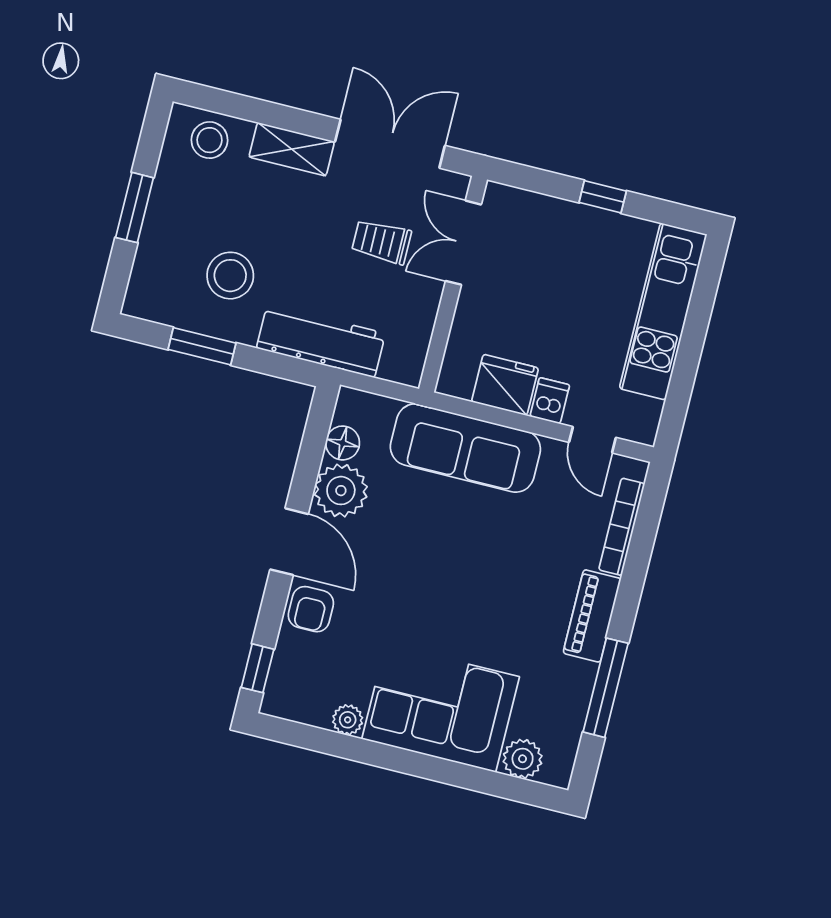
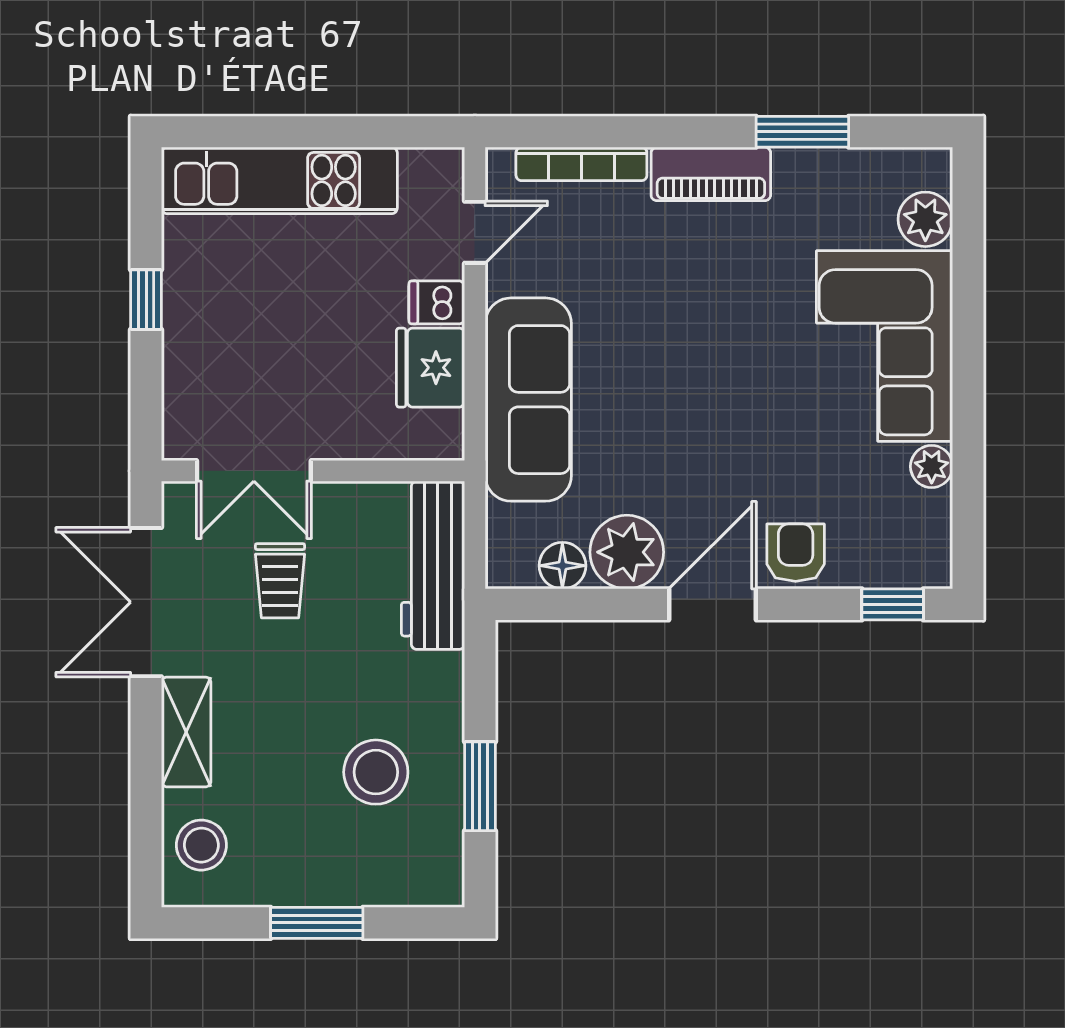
workbench: (321, 341) -> (433, 565), moved
armchair: (311, 609) -> (796, 553), turned -90
window: (606, 688) -> (802, 132), width x0.69

